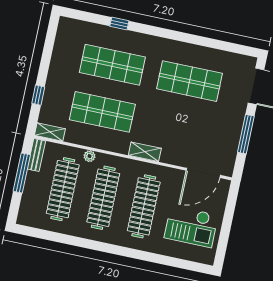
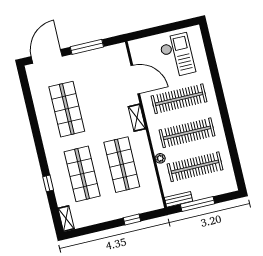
shelving: (50, 132) -> (66, 219), moved
door: (203, 173) -> (135, 79), moved

